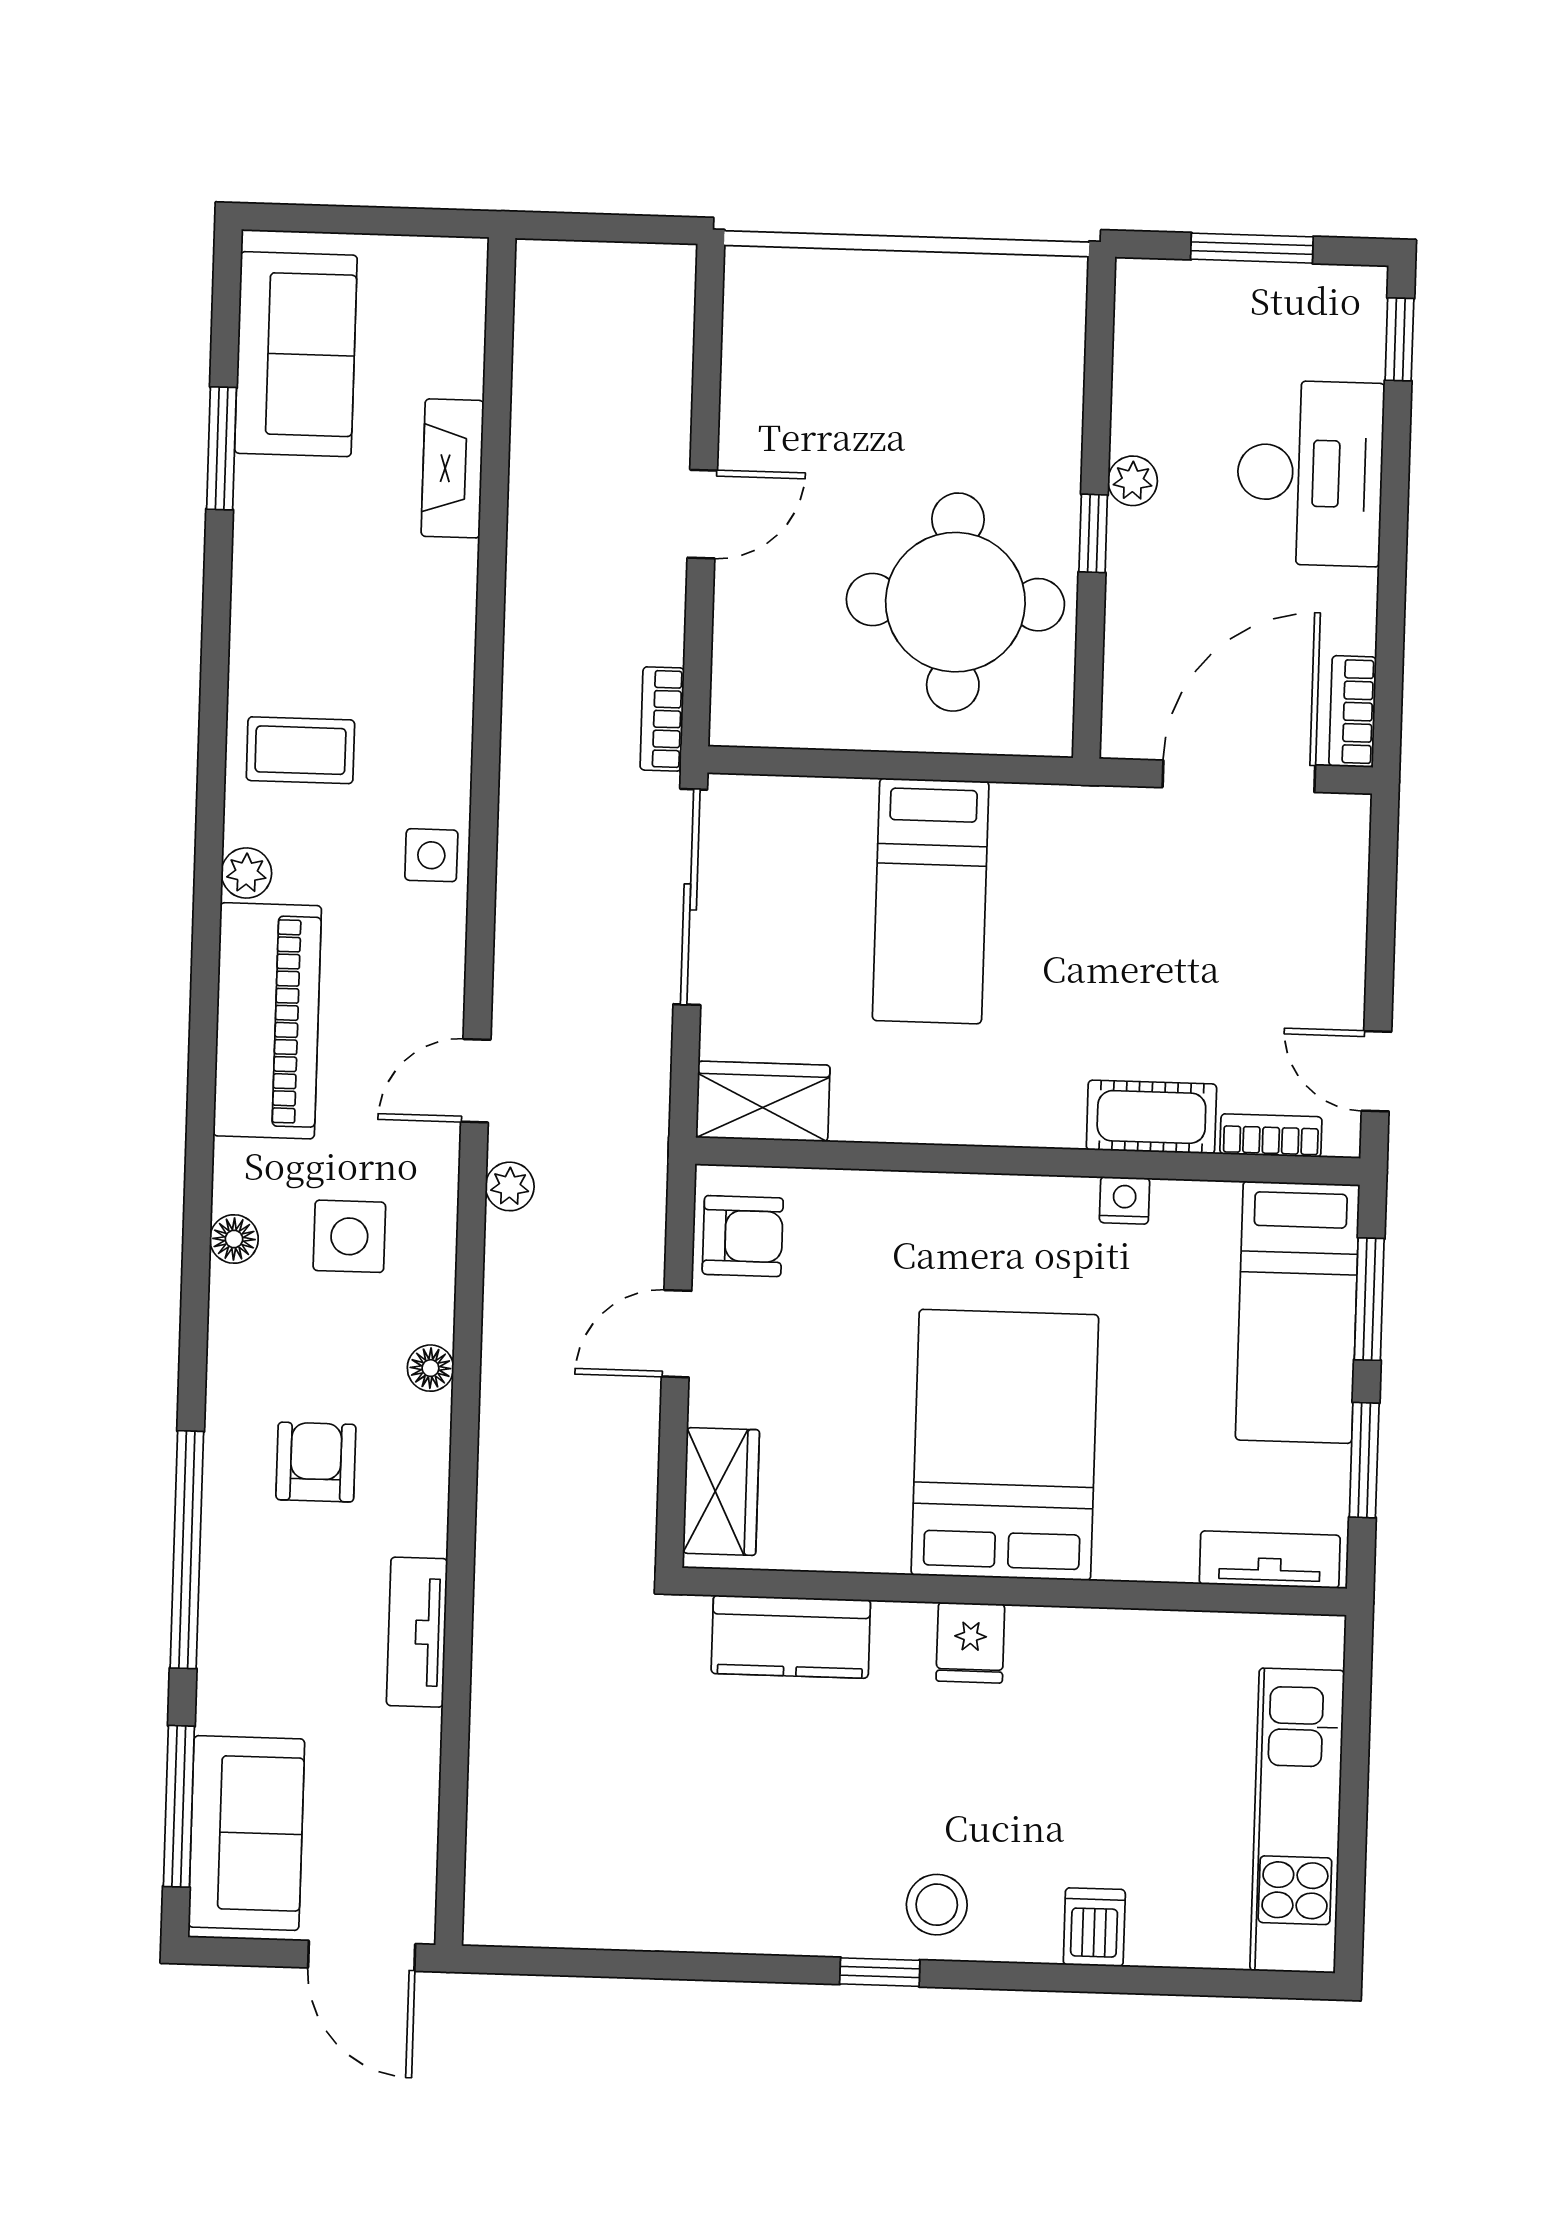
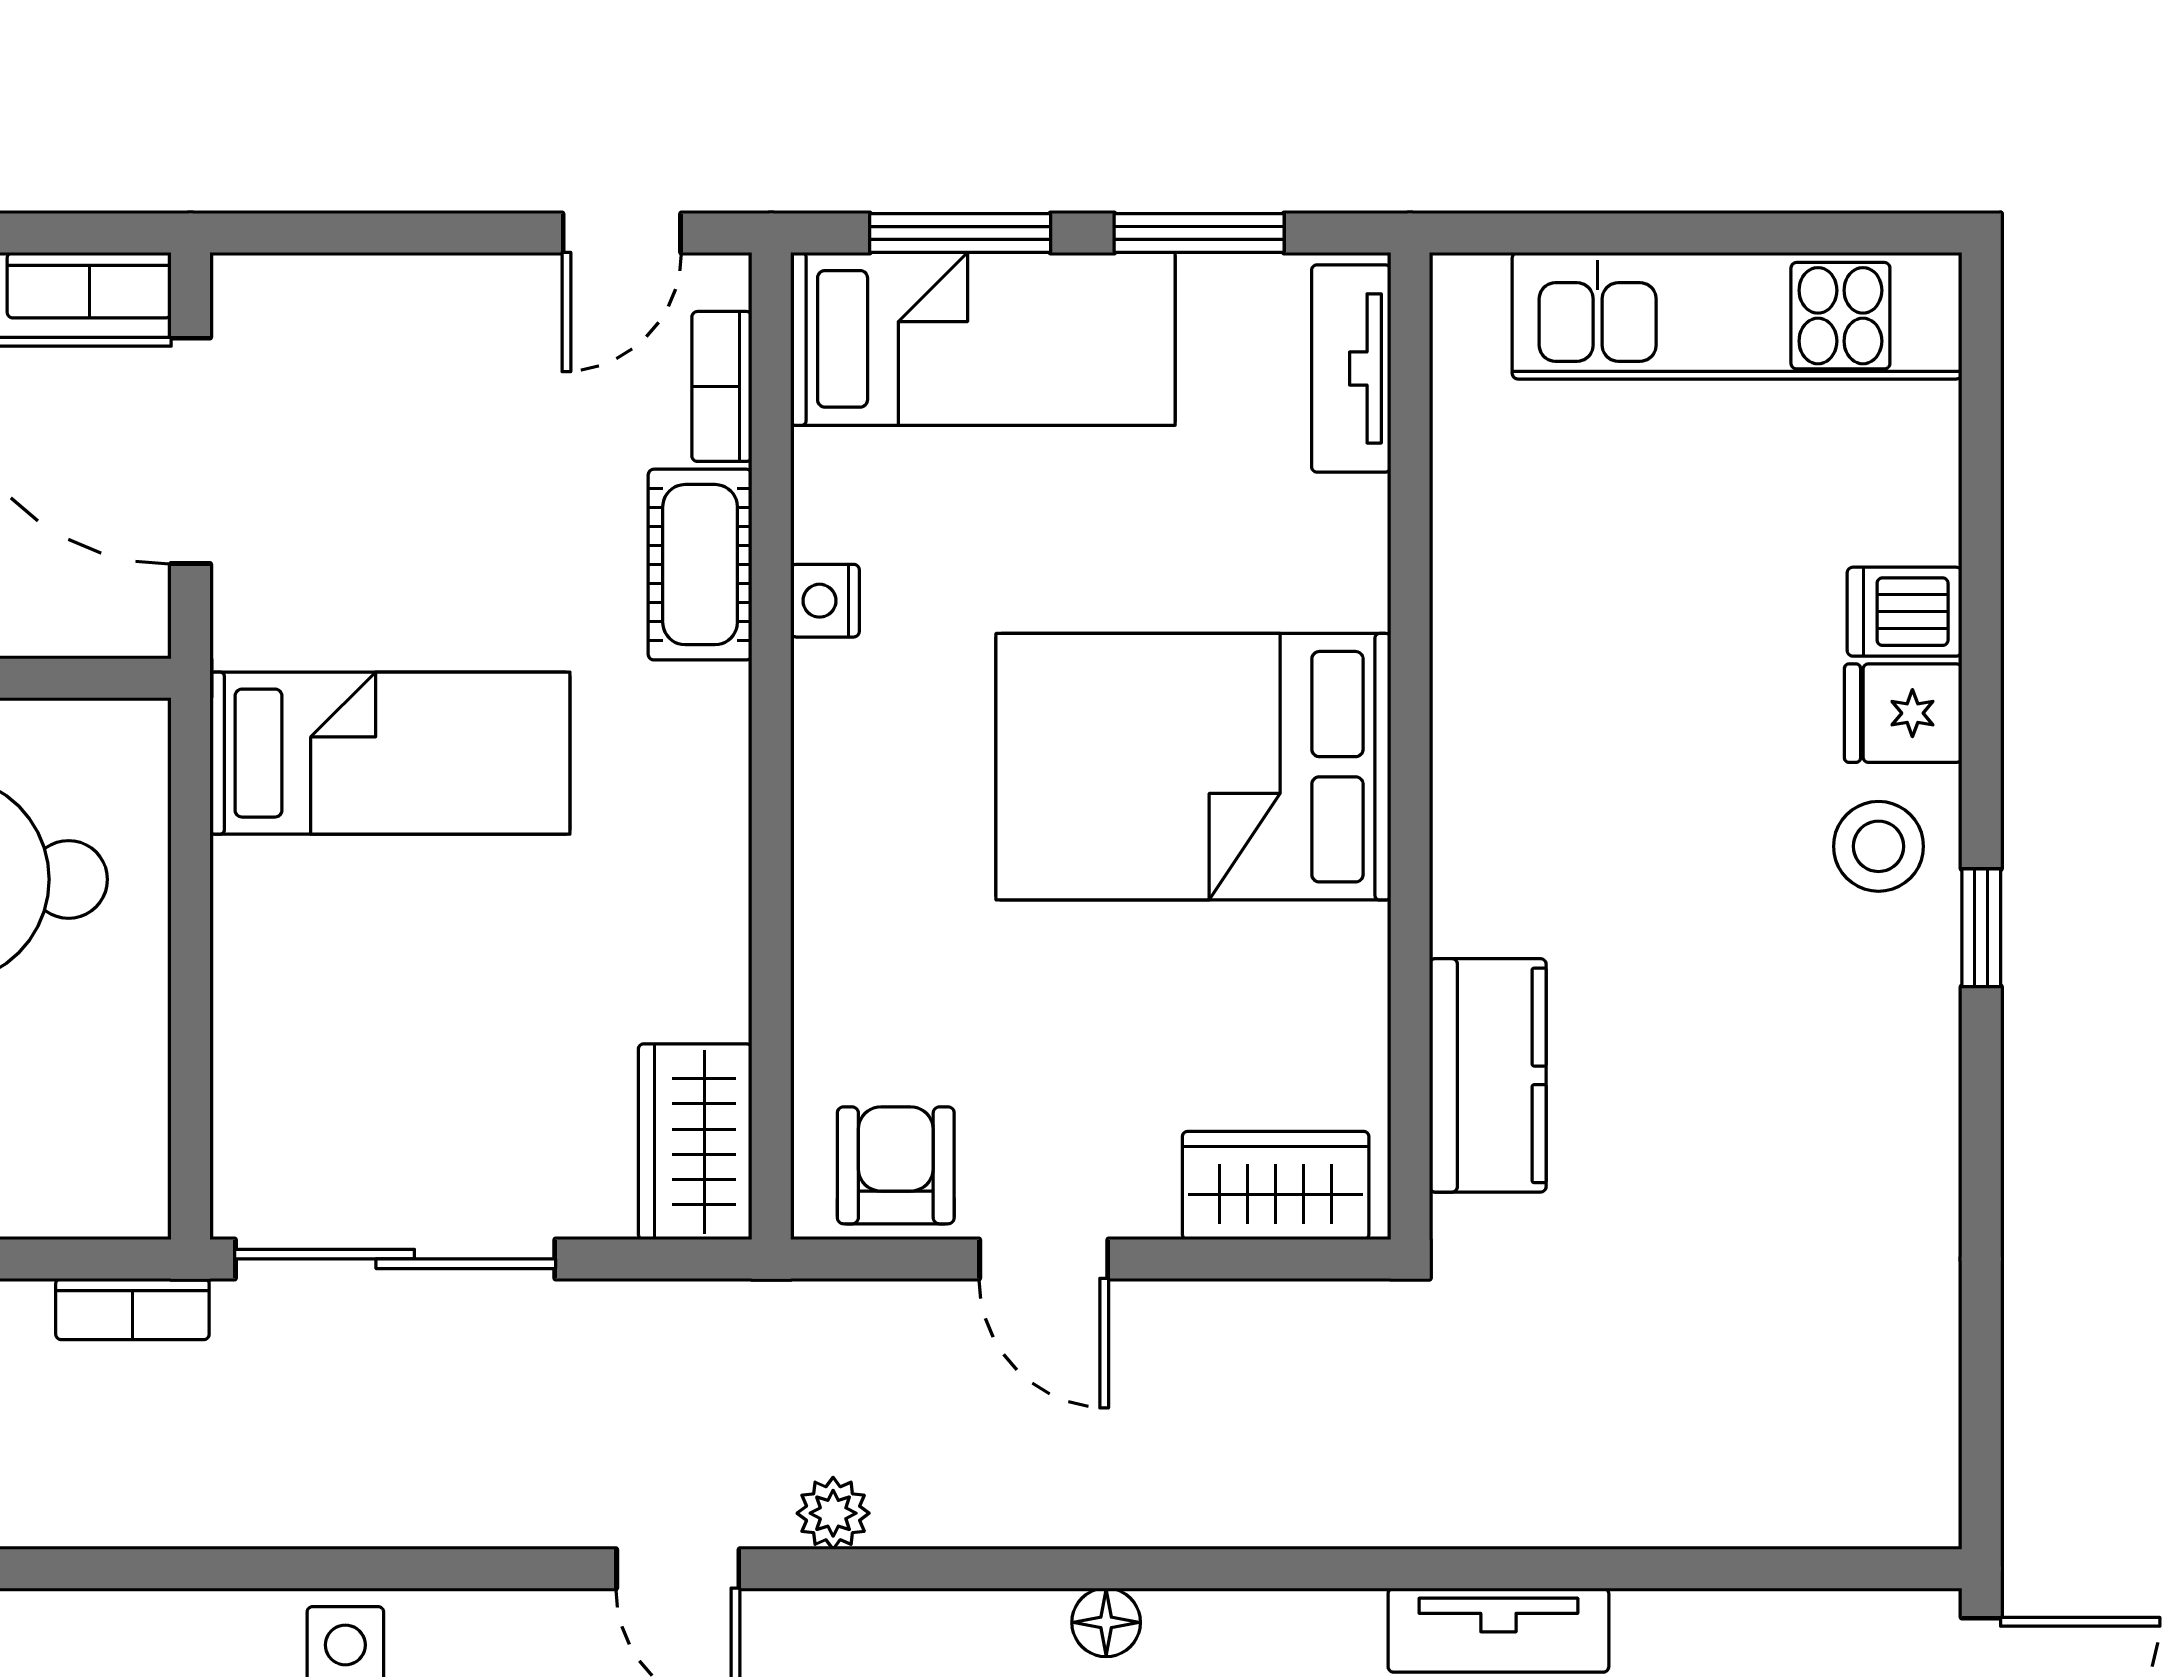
bed: (931, 901) -> (390, 753), moved
fridge: (970, 1643) -> (1903, 713), moved, turned 180

